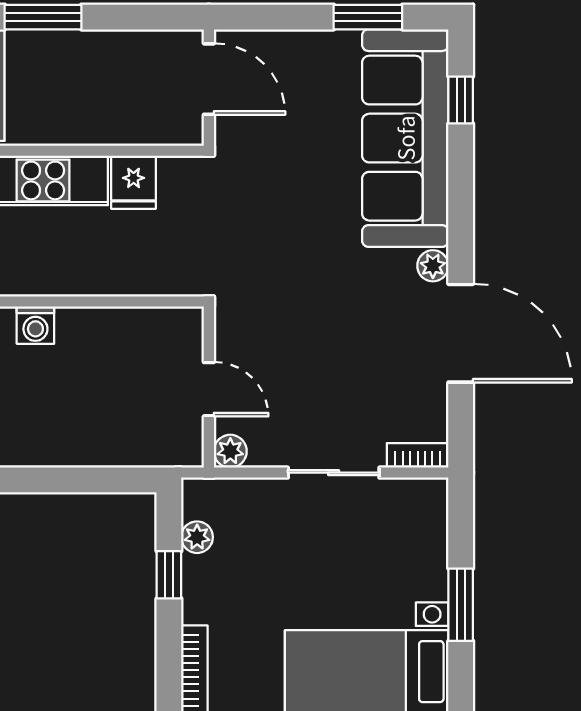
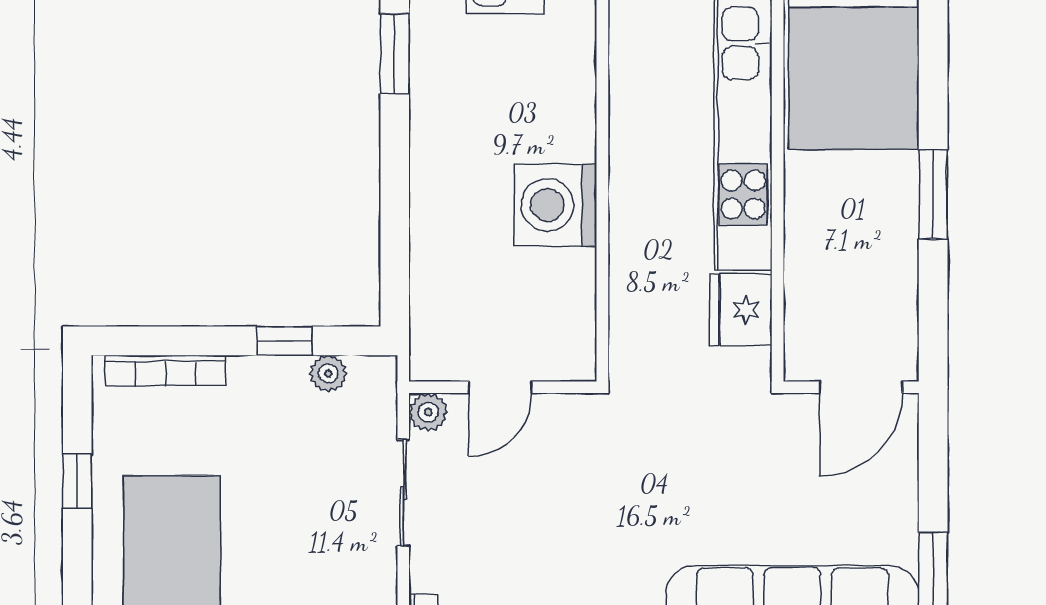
fridge: (134, 182) -> (741, 310), width x1.38
washing machine: (35, 325) -> (555, 205), width x1.89, depth x1.89
sliding door: (334, 473) -> (403, 493), moved

